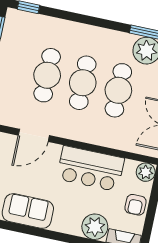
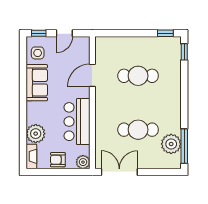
cafe table: (83, 83) -> (138, 103), removed
door: (34, 135) -> (92, 75), hinge flipped

